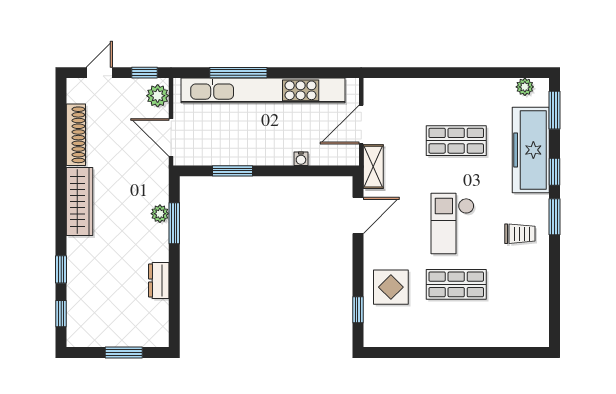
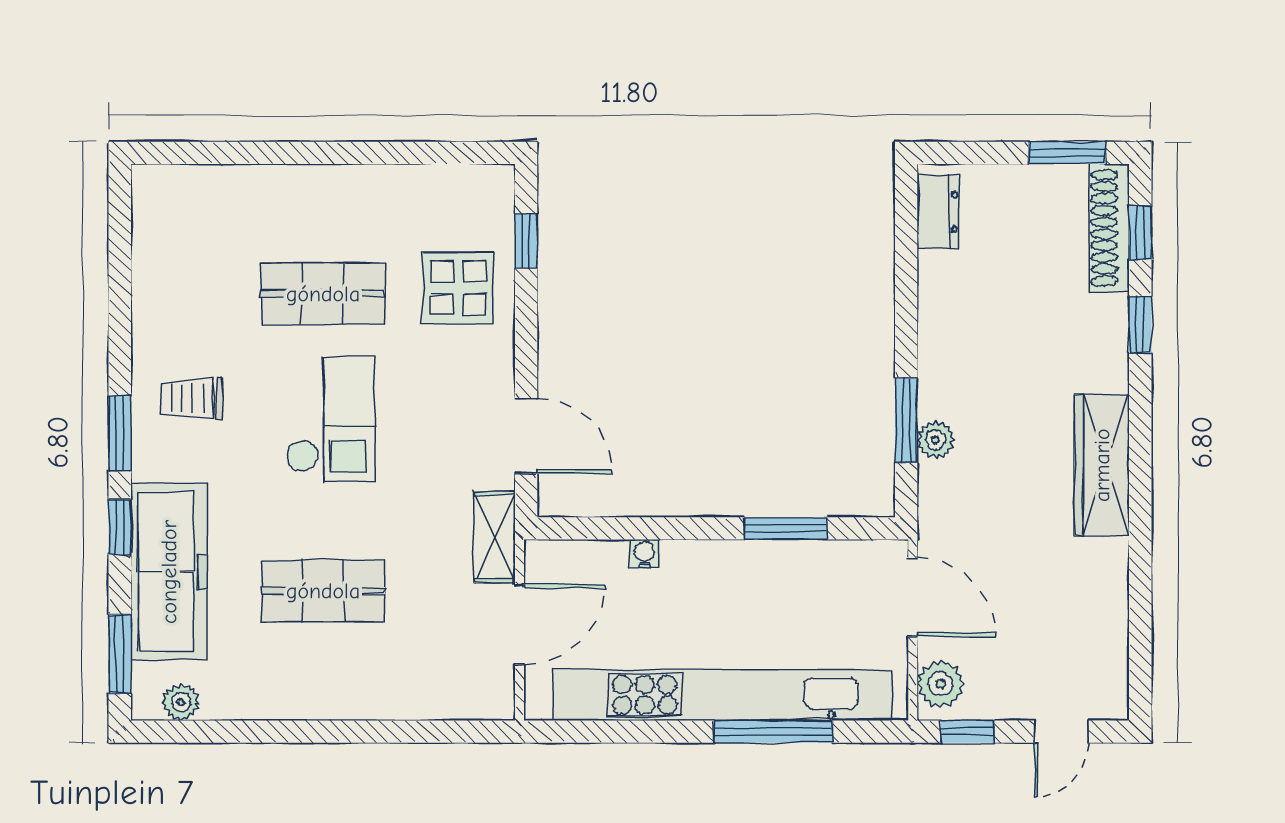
shoe rack: (76, 135) -> (1109, 228), moved
door: (358, 215) -> (526, 436), swing flipped
dresser: (159, 281) -> (938, 212), moved
window: (124, 352) -> (1067, 153), moved

